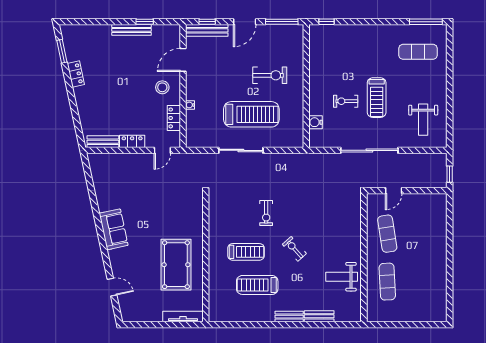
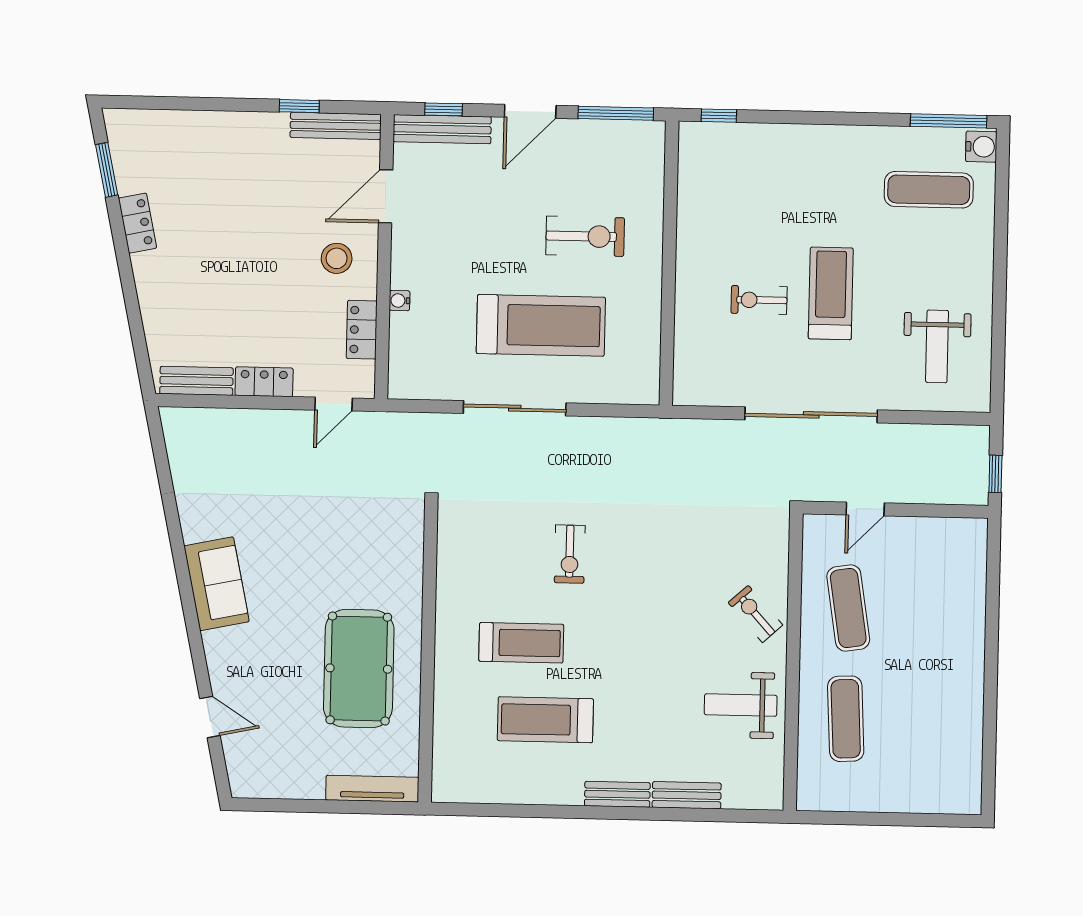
bench: (131, 30) -> (336, 126), moved
treadmill: (377, 98) -> (831, 293), turned 180
water cooler: (316, 122) -> (981, 147), moved, turned 180
exercise bike: (294, 249) -> (755, 614), moved

